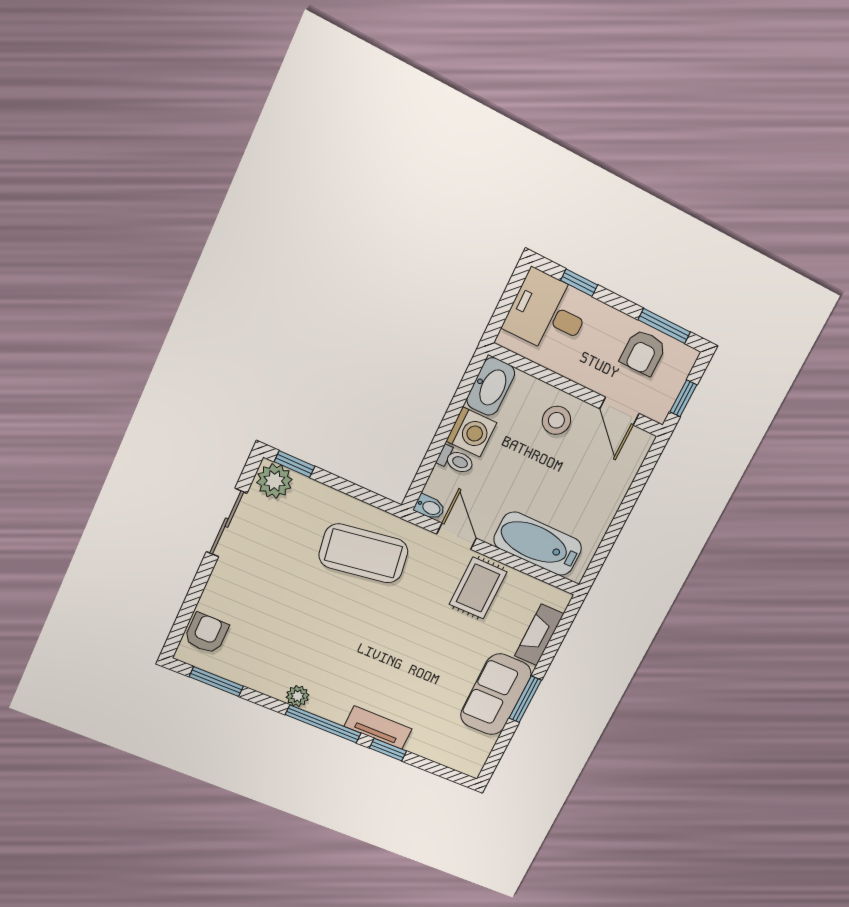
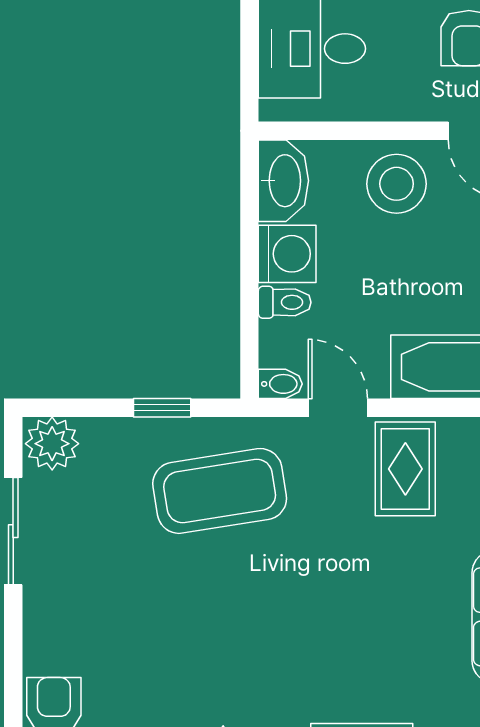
stool: (556, 420) -> (397, 184), width x1.38, depth x1.38
window: (295, 464) -> (162, 408), moved

